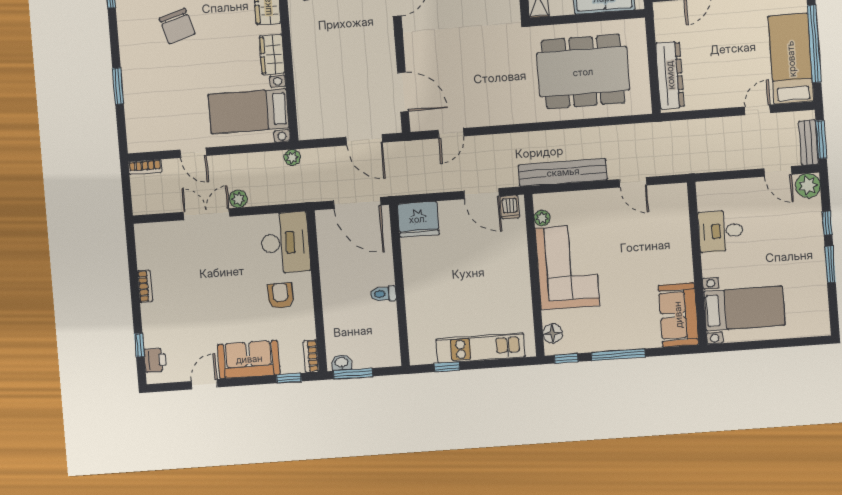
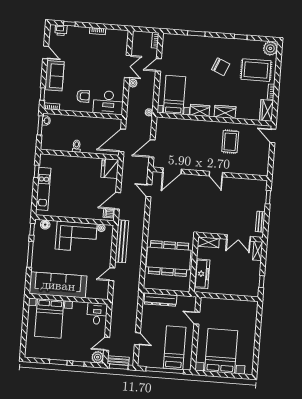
chair: (177, 26) -> (221, 67), turned -140
bed: (791, 59) -> (175, 348), moved, turned -90
dining table: (583, 72) -> (169, 258), turned 90
desk: (721, 231) -> (97, 314), moved
bed with nightstands: (744, 308) -> (49, 318), width x1.36
sofa: (678, 315) -> (58, 285), width x1.85, depth x1.27

